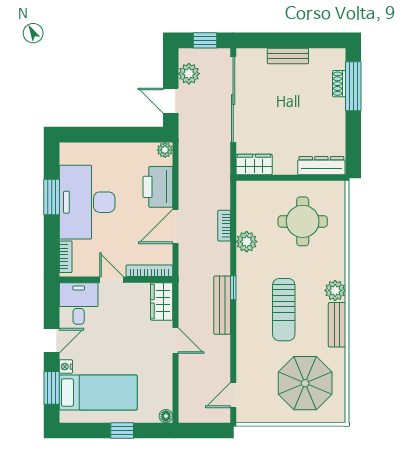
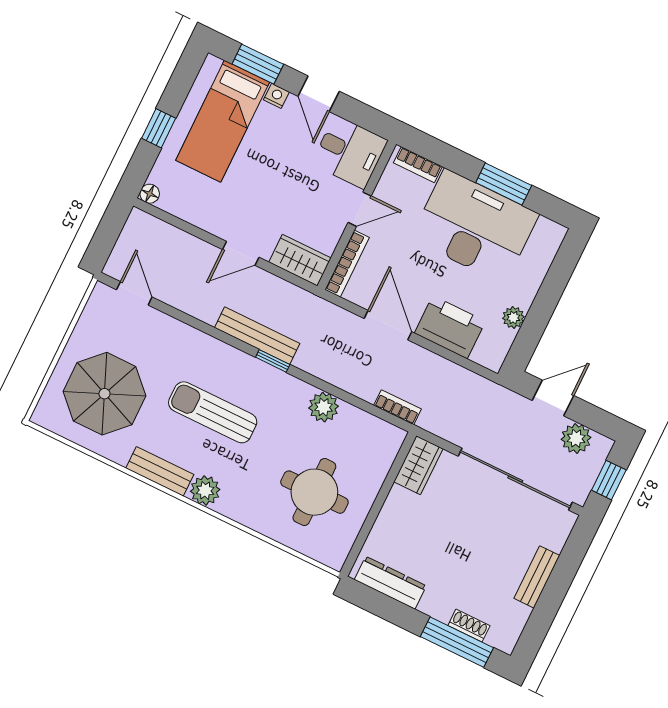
plant: (165, 150) -> (513, 318), moved
dresser: (321, 166) -> (390, 583), moved, turned -90
bookcase: (224, 226) -> (397, 407), moved

